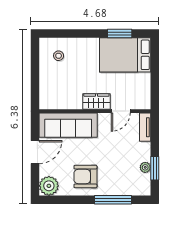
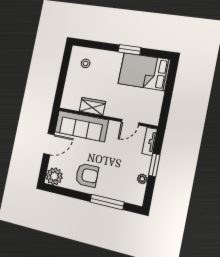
window: (120, 34) -> (130, 50), moved
wardrobe: (96, 102) -> (92, 106), moved
window: (155, 168) -> (154, 165), moved
armchair: (85, 177) -> (87, 175), turned 180

